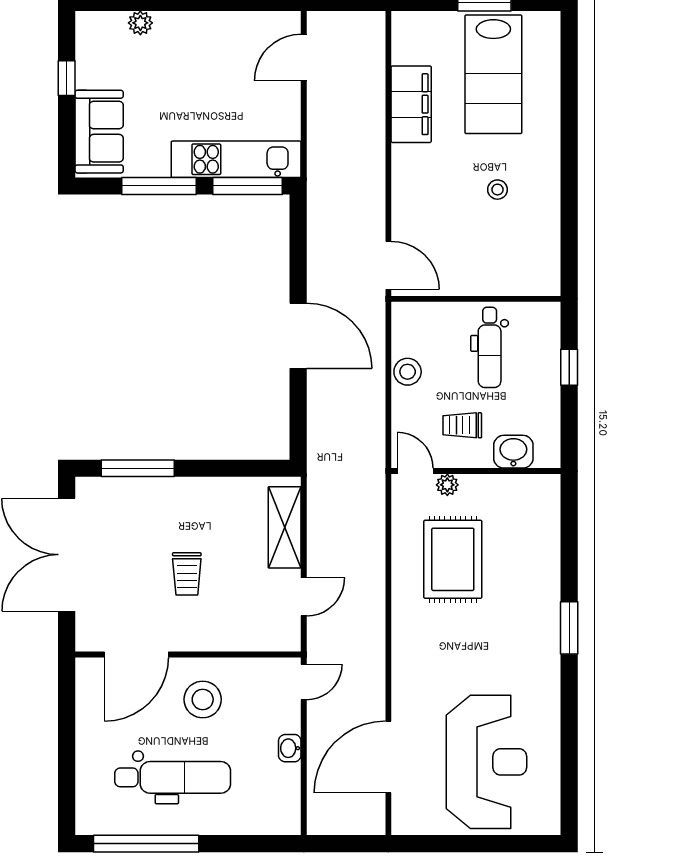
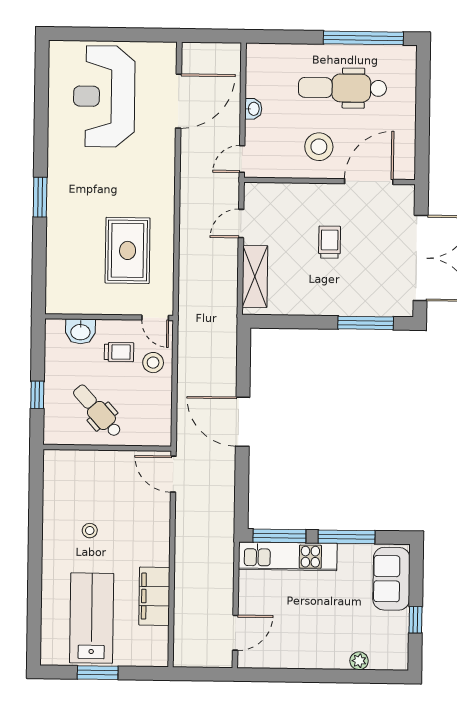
dental chair: (490, 347) -> (97, 411), turned -42
stool: (408, 372) -> (153, 363), moved
plant: (447, 485) -> (131, 307), removed

